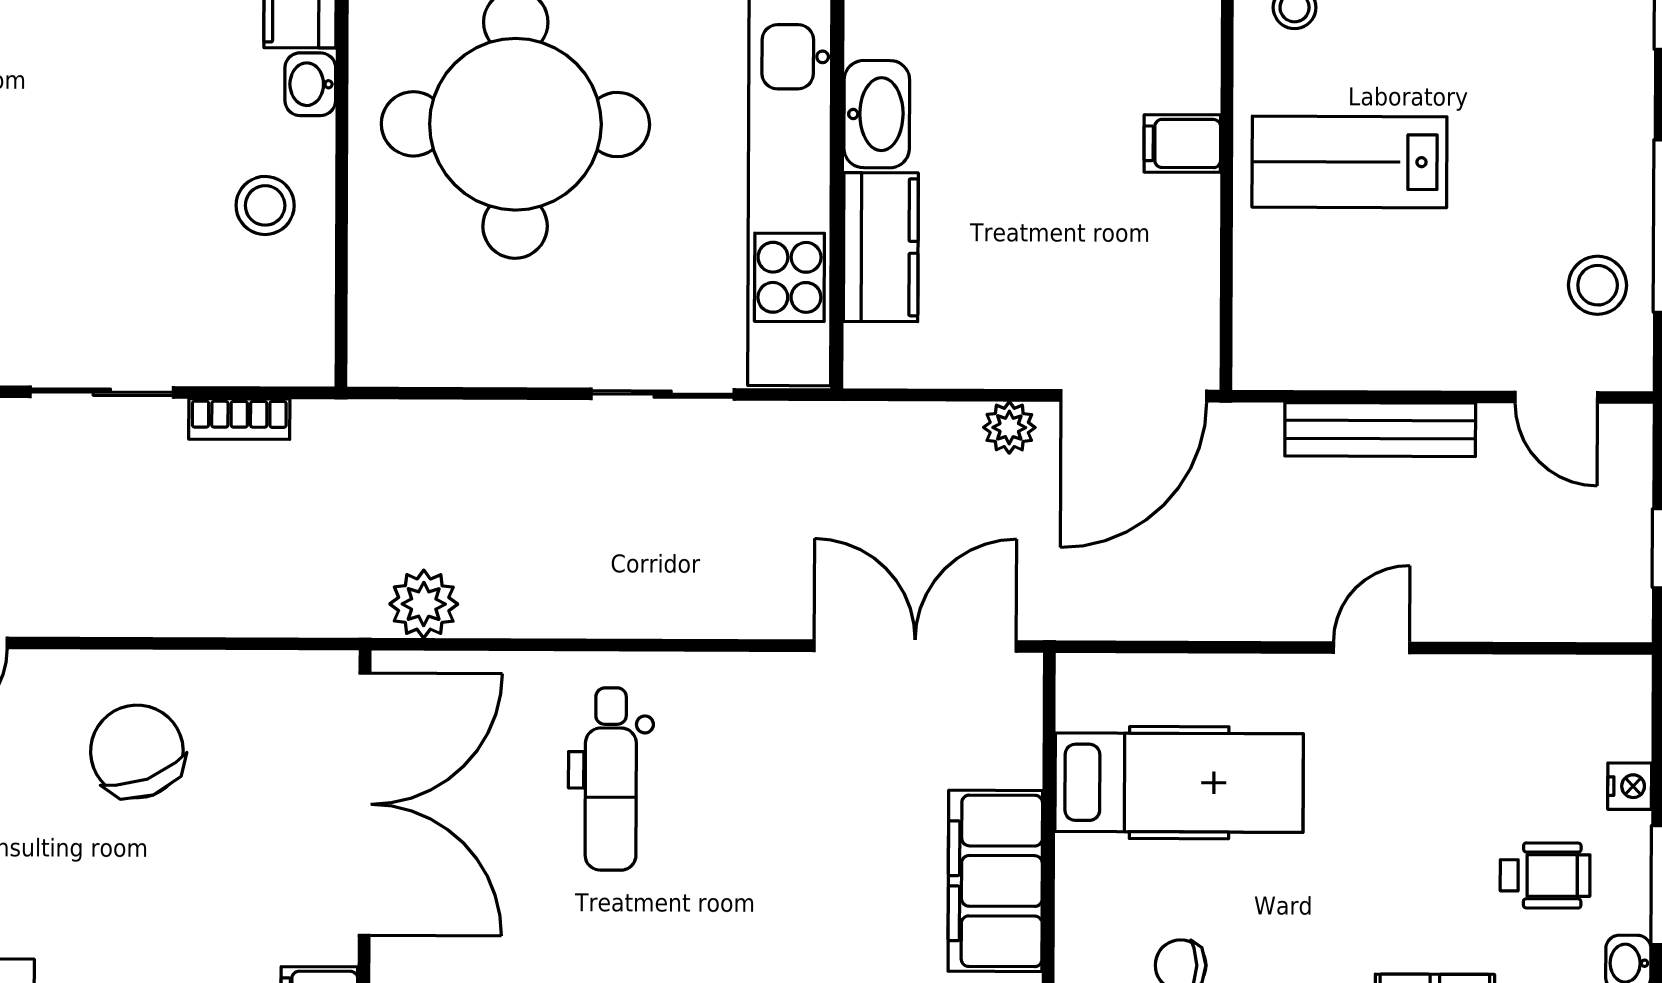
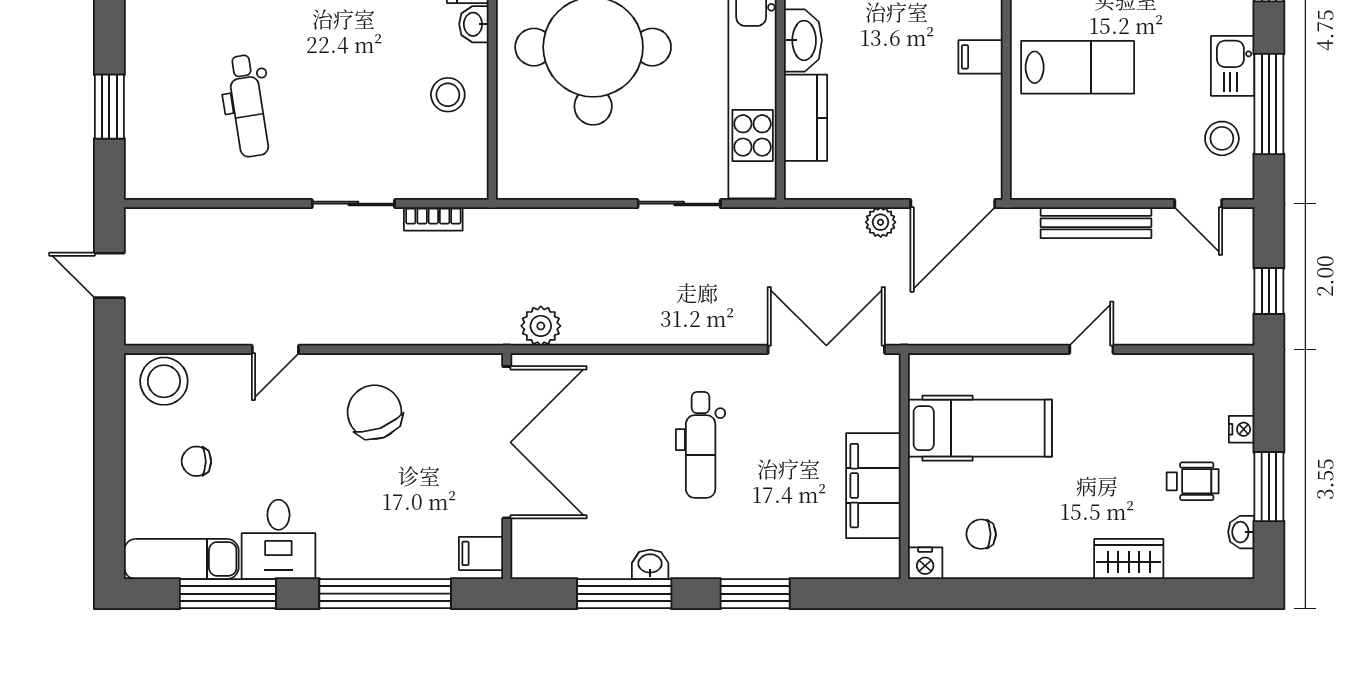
kitchen sink: (1616, 160) -> (1233, 66), added
lab bench: (1349, 162) -> (1078, 67), turned 180
dental chair: (611, 779) -> (701, 445), moved

